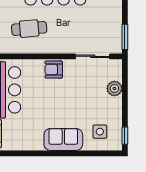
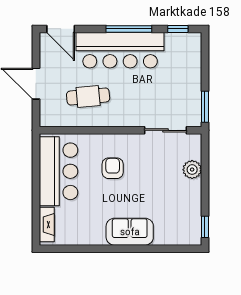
armchair: (54, 70) -> (113, 168), moved, turned 90
side table: (100, 132) -> (174, 222), removed

